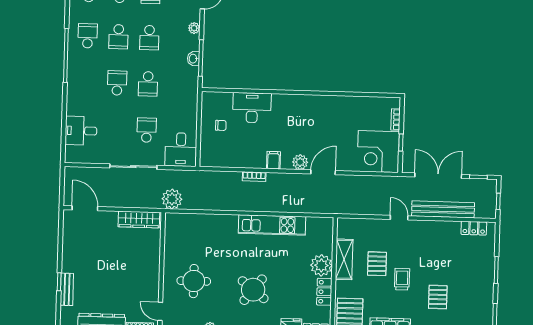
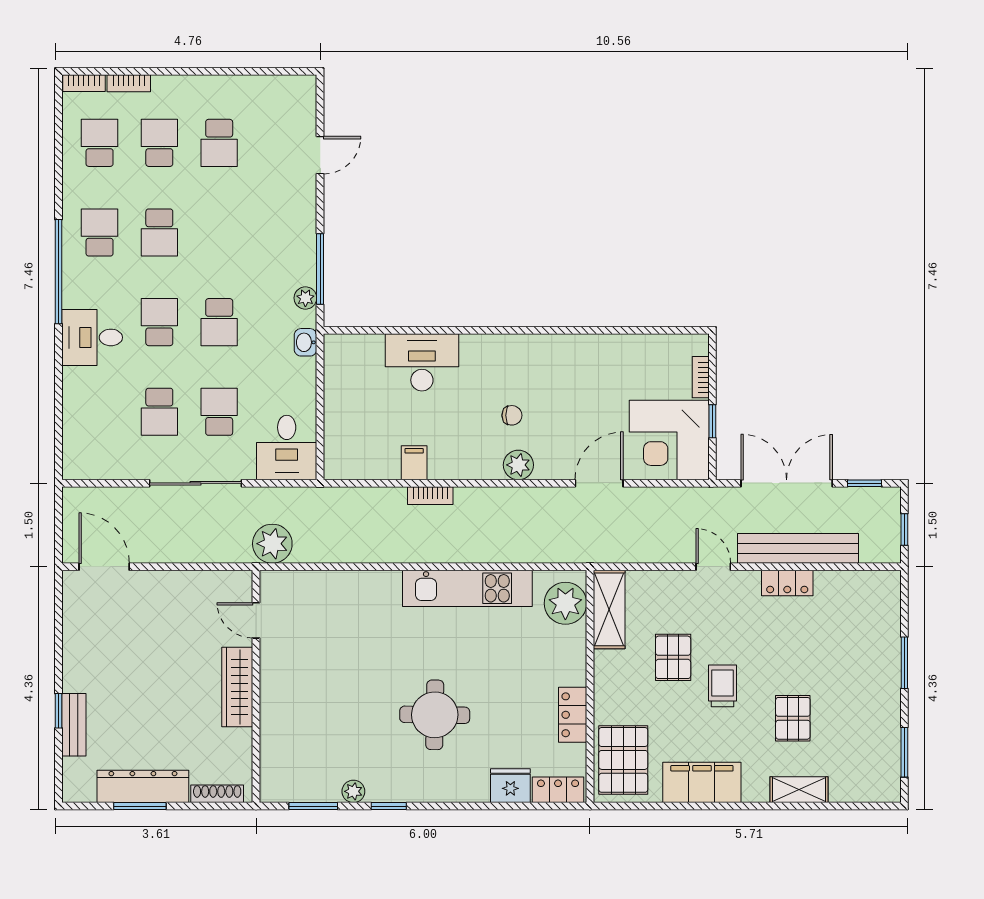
plant: (194, 28) -> (305, 298), moved
school desk: (149, 38) -> (159, 412), moved
washbasin: (193, 59) -> (306, 342), moved
chair: (221, 125) -> (512, 415), moved
desk: (81, 131) -> (92, 337), moved
filing cabinet: (273, 160) -> (414, 463), moved
door: (323, 172) -> (599, 483), moved
wardrobe: (139, 220) -> (237, 687), moved, turned 90
locker: (474, 228) -> (787, 583), moved
shelving: (344, 259) -> (609, 609), moved
plant: (321, 265) -> (565, 603), moved
round table: (194, 281) -> (319, 701), removed
round table: (253, 290) -> (435, 715), turned -37
door: (160, 311) -> (256, 620), moved

